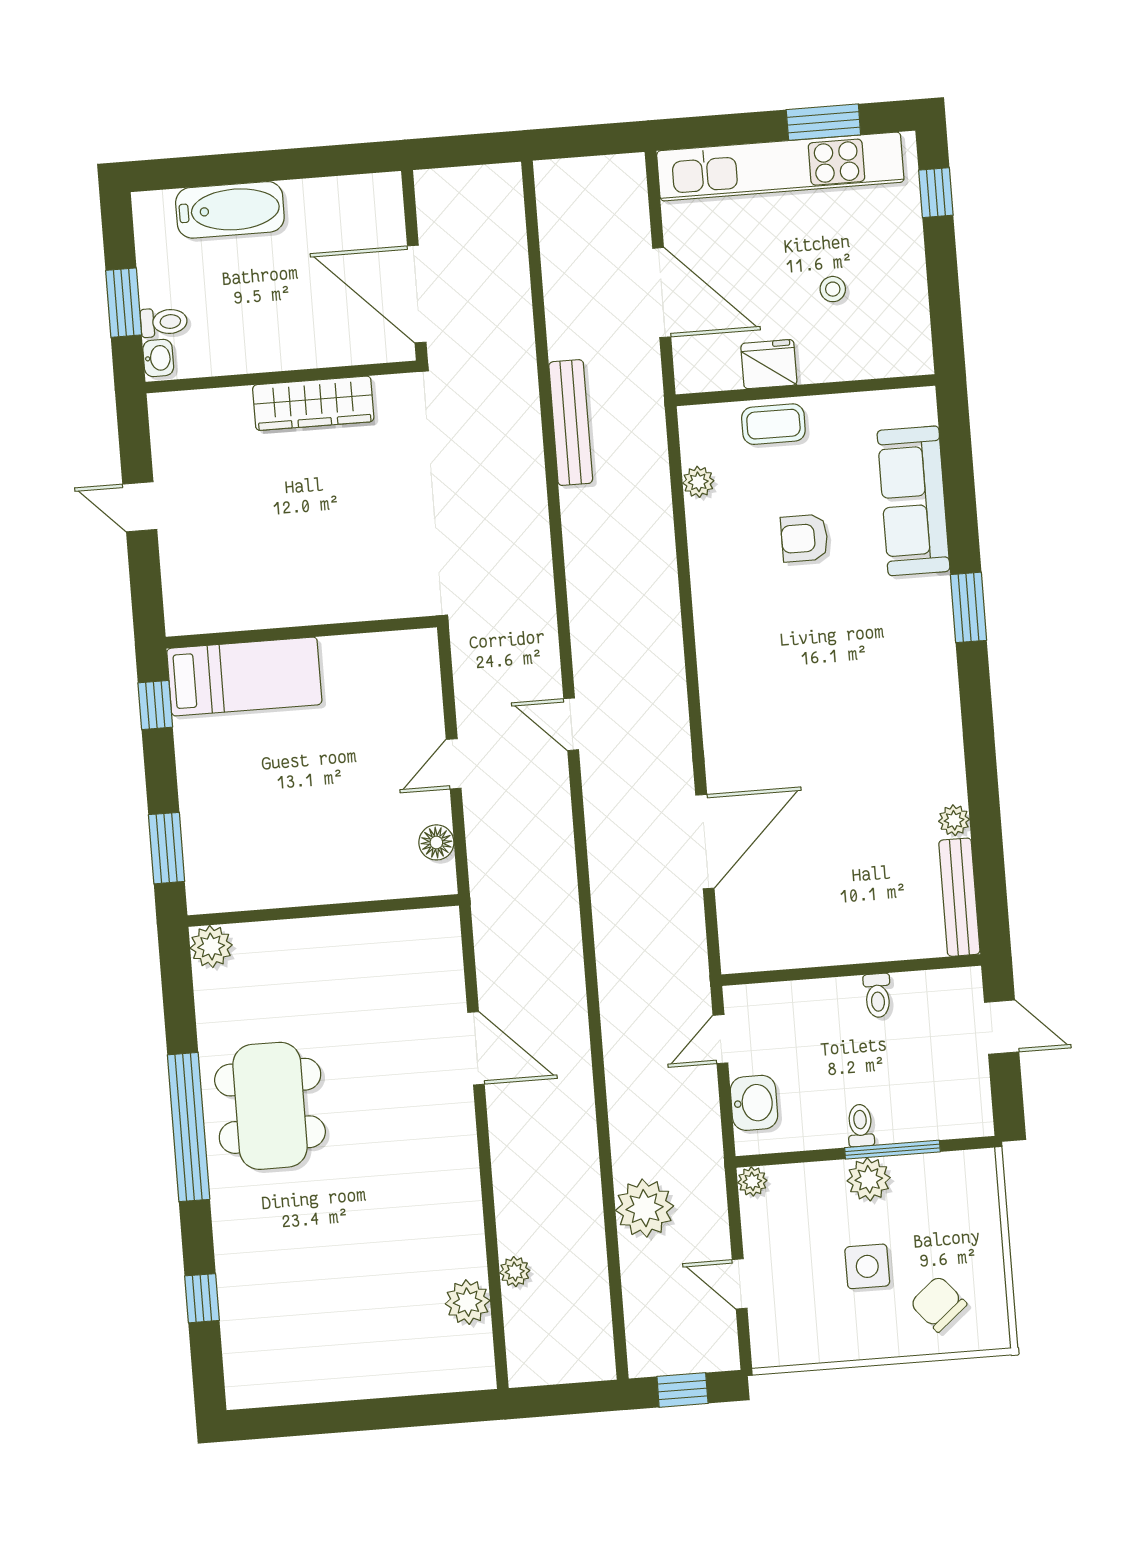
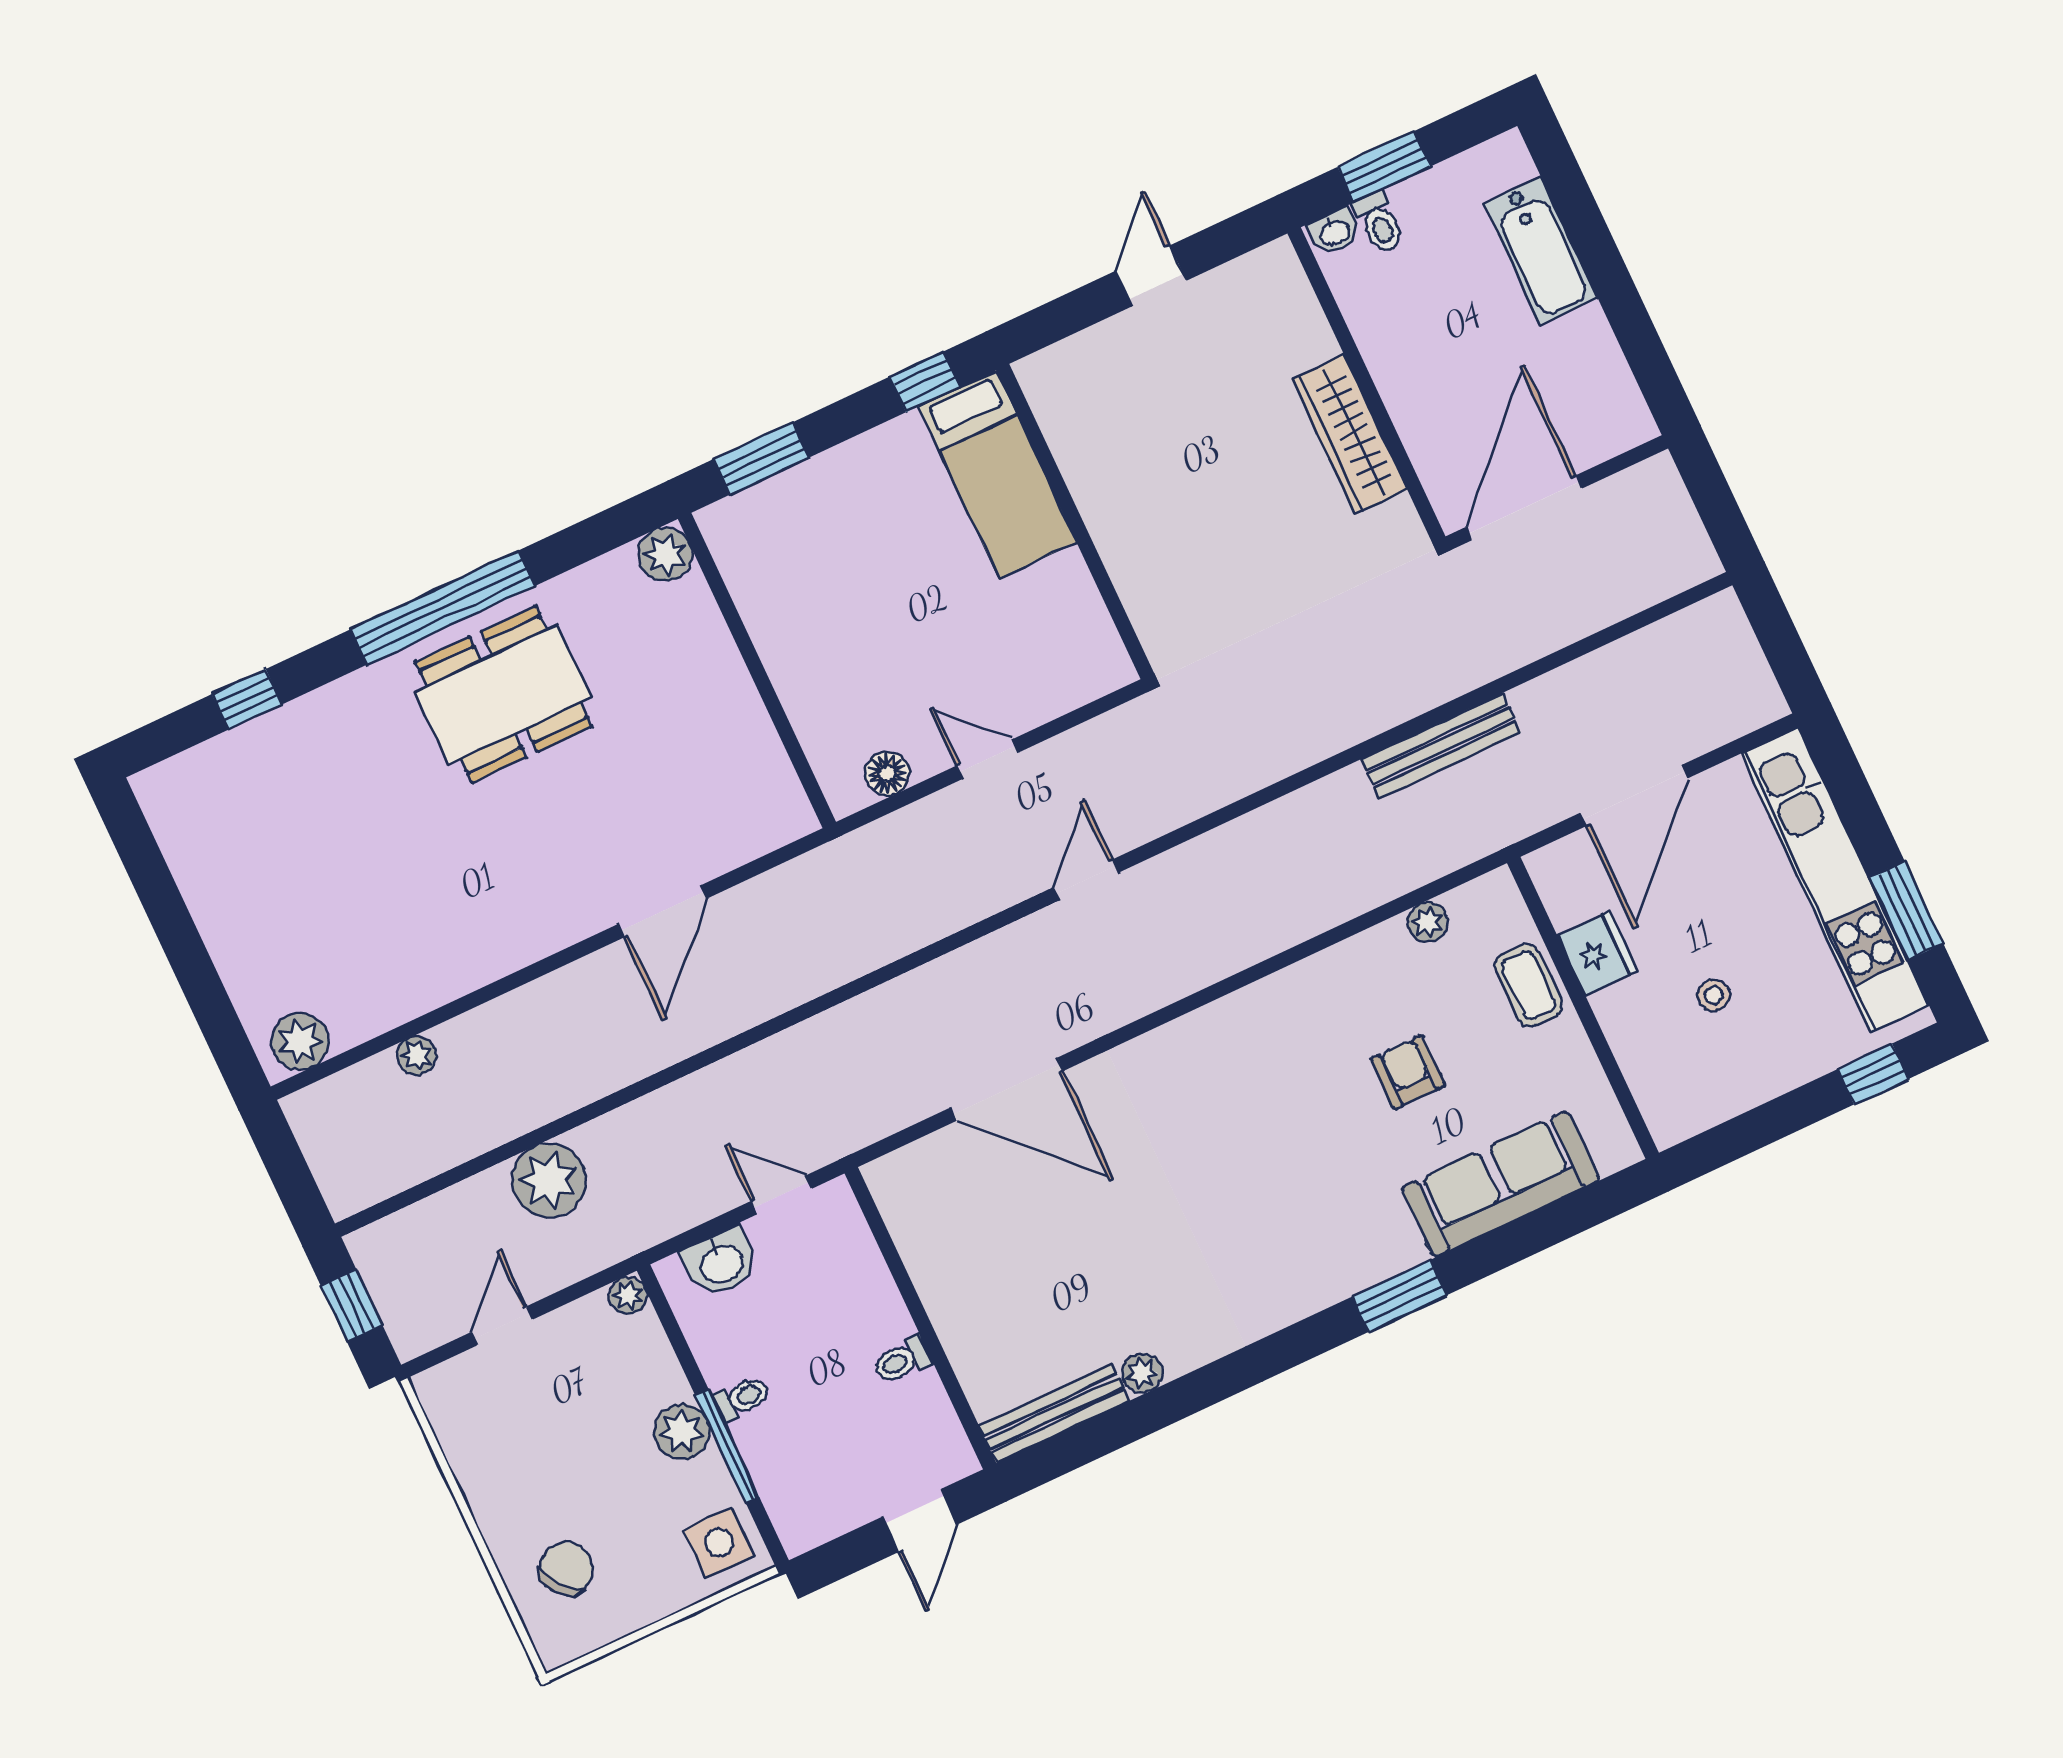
side table: (867, 1266) -> (719, 1543), moved
plant: (468, 1302) -> (300, 1042), moved

